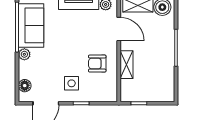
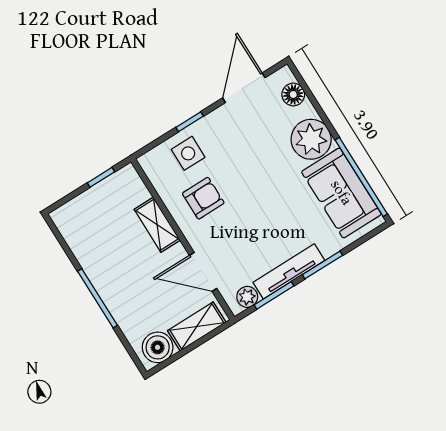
plant: (24, 54) -> (311, 139), width x1.88, depth x1.88
side table: (72, 83) -> (188, 153), moved

